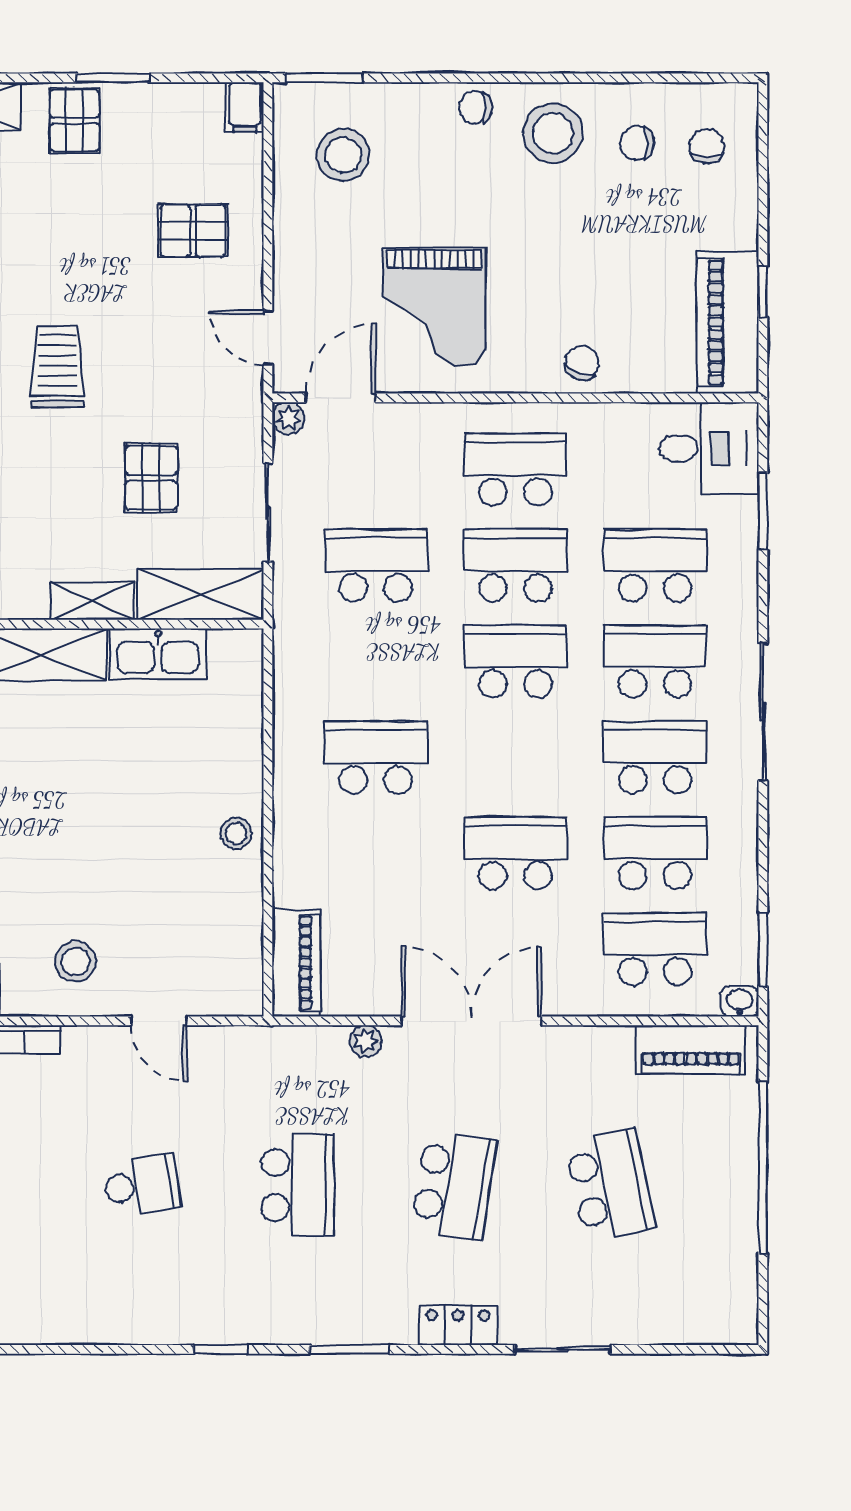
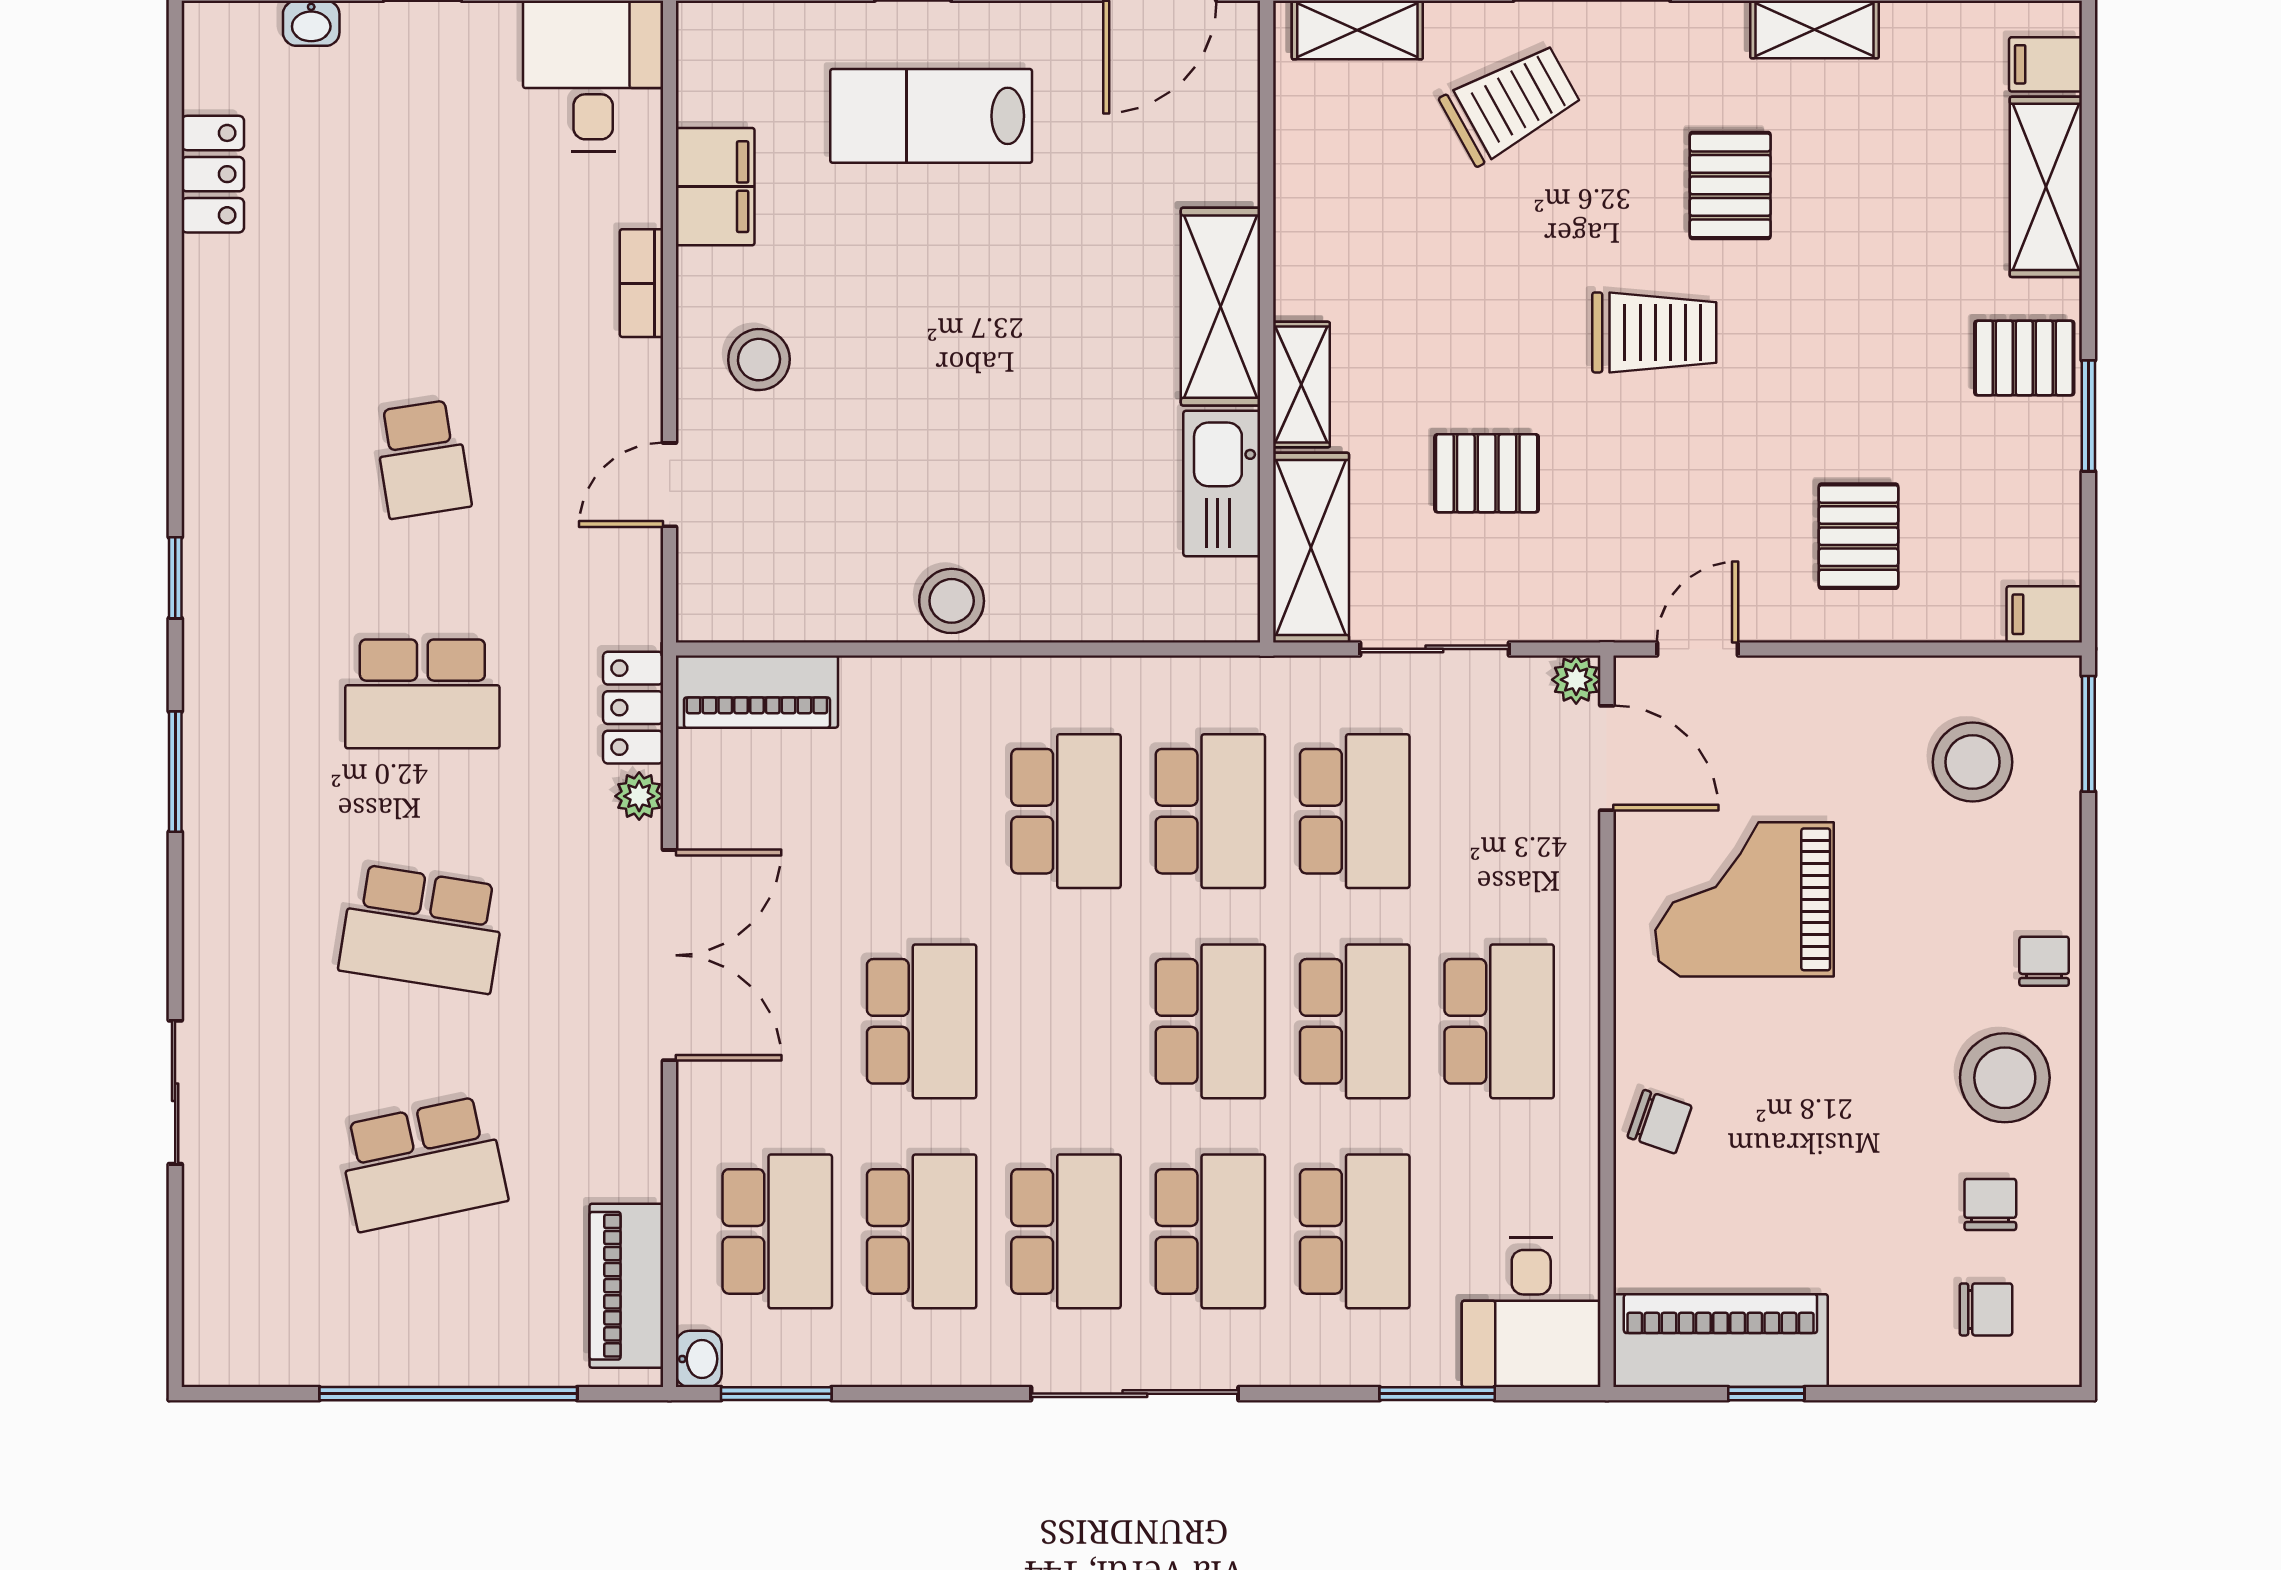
school desk: (376, 661) -> (1210, 811), added
stool: (236, 833) -> (952, 601), width x1.37, depth x1.37
locker: (458, 1325) -> (633, 708), moved, turned 180

